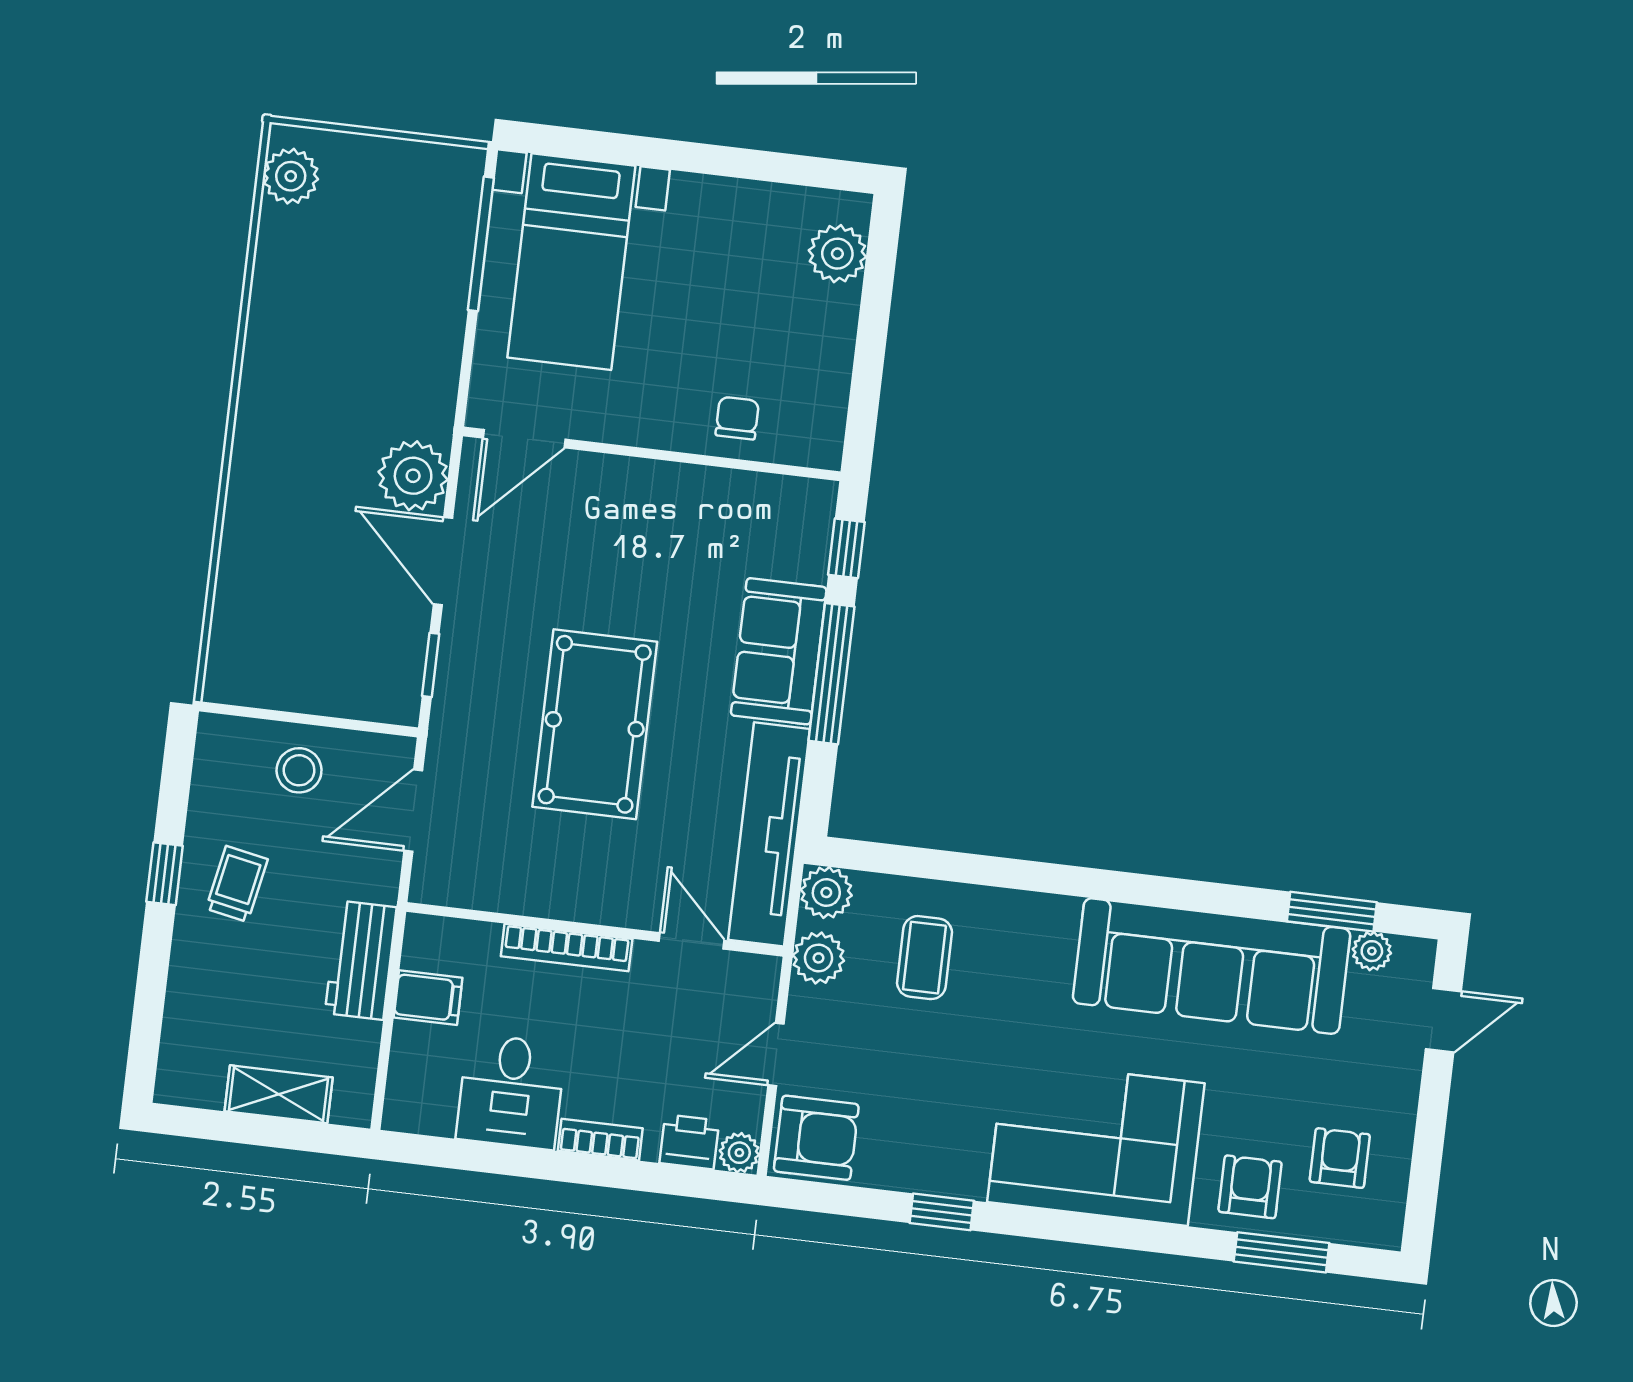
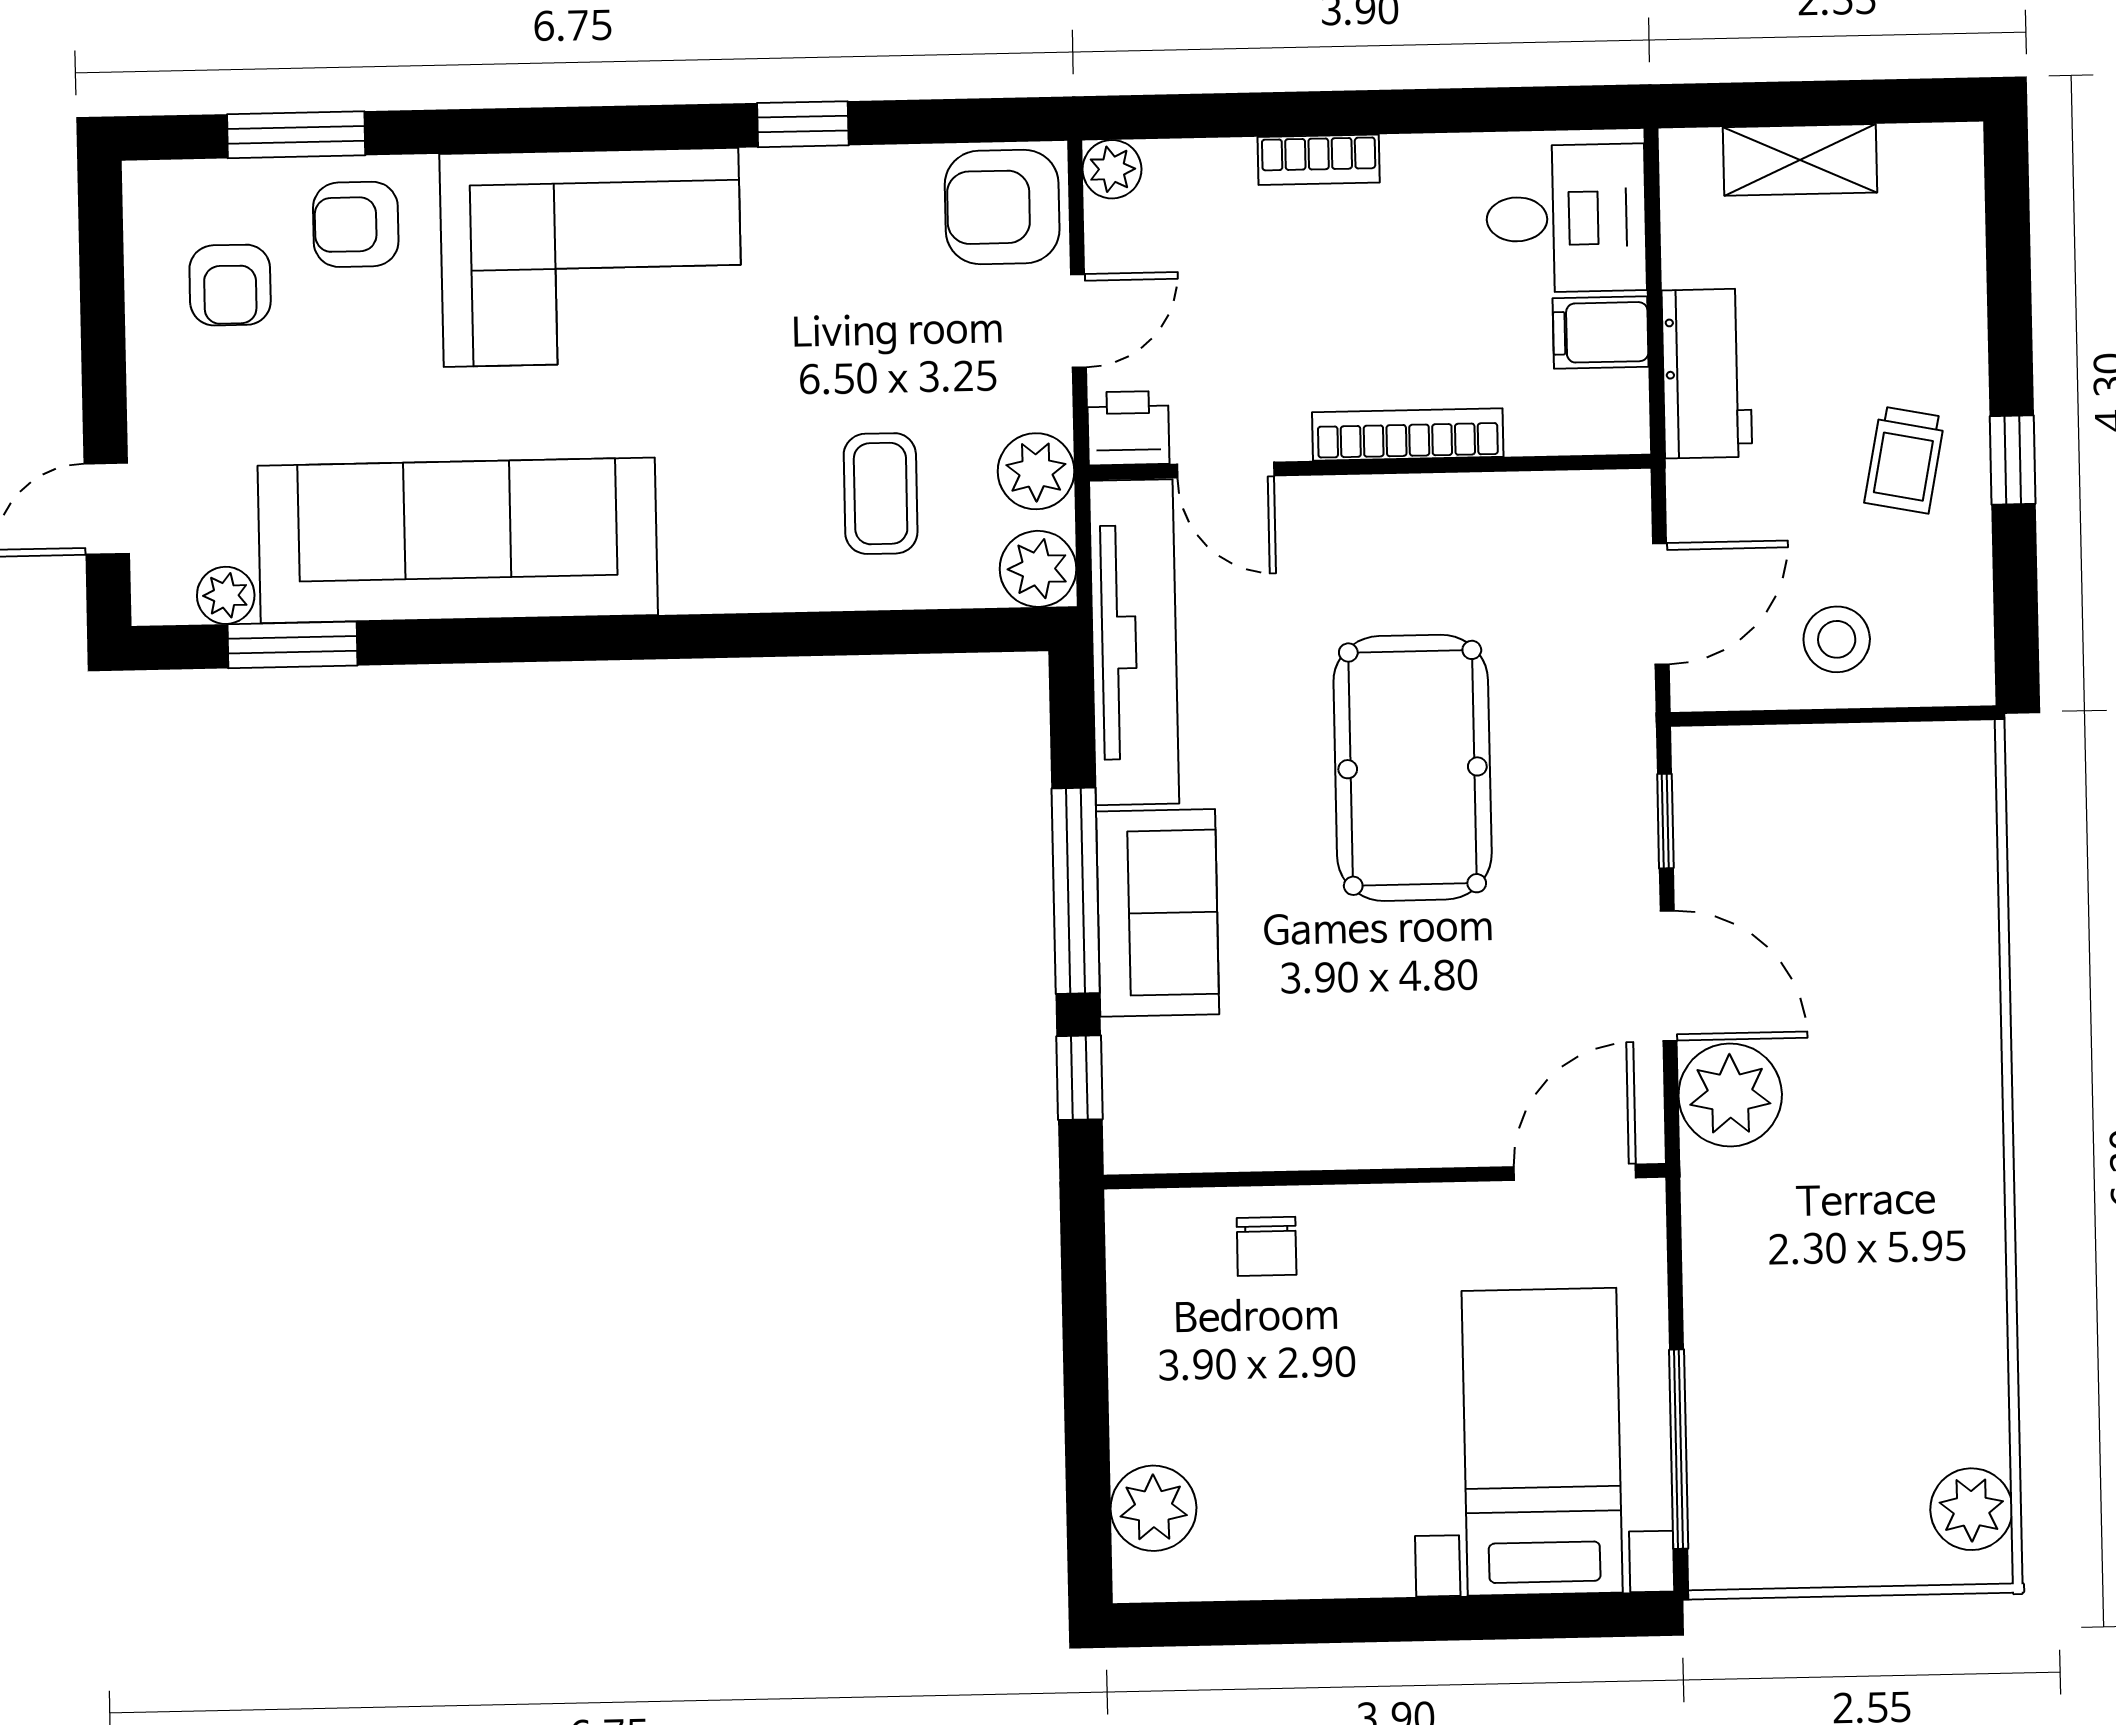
desk: (511, 1092) -> (1566, 218), moved, turned 90
printer: (689, 1142) -> (1128, 428), moved, turned 180
armchair: (1250, 1187) -> (356, 224), turned 90

